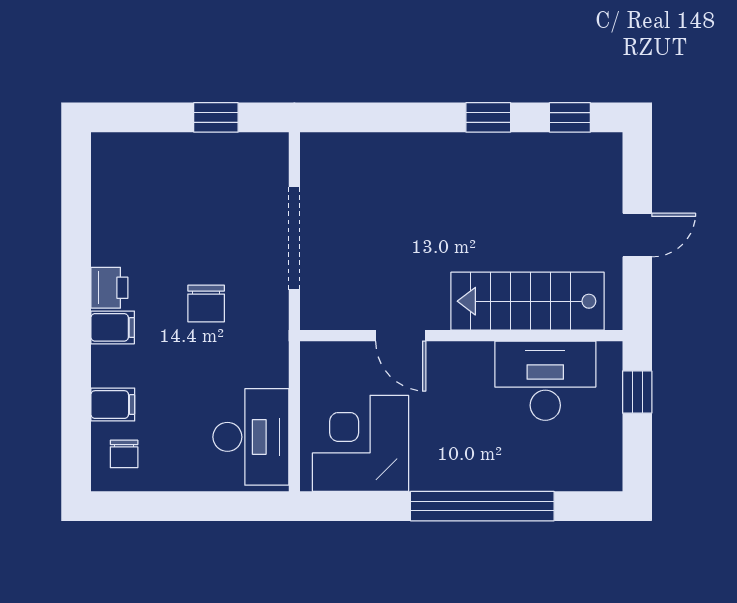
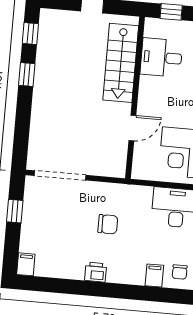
doorway: (294, 238) -> (60, 175), moved
filing cabinet: (113, 327) -> (26, 264), moved
desk: (545, 381) -> (161, 57), width x0.73
chair: (124, 454) -> (180, 272), turned 90

